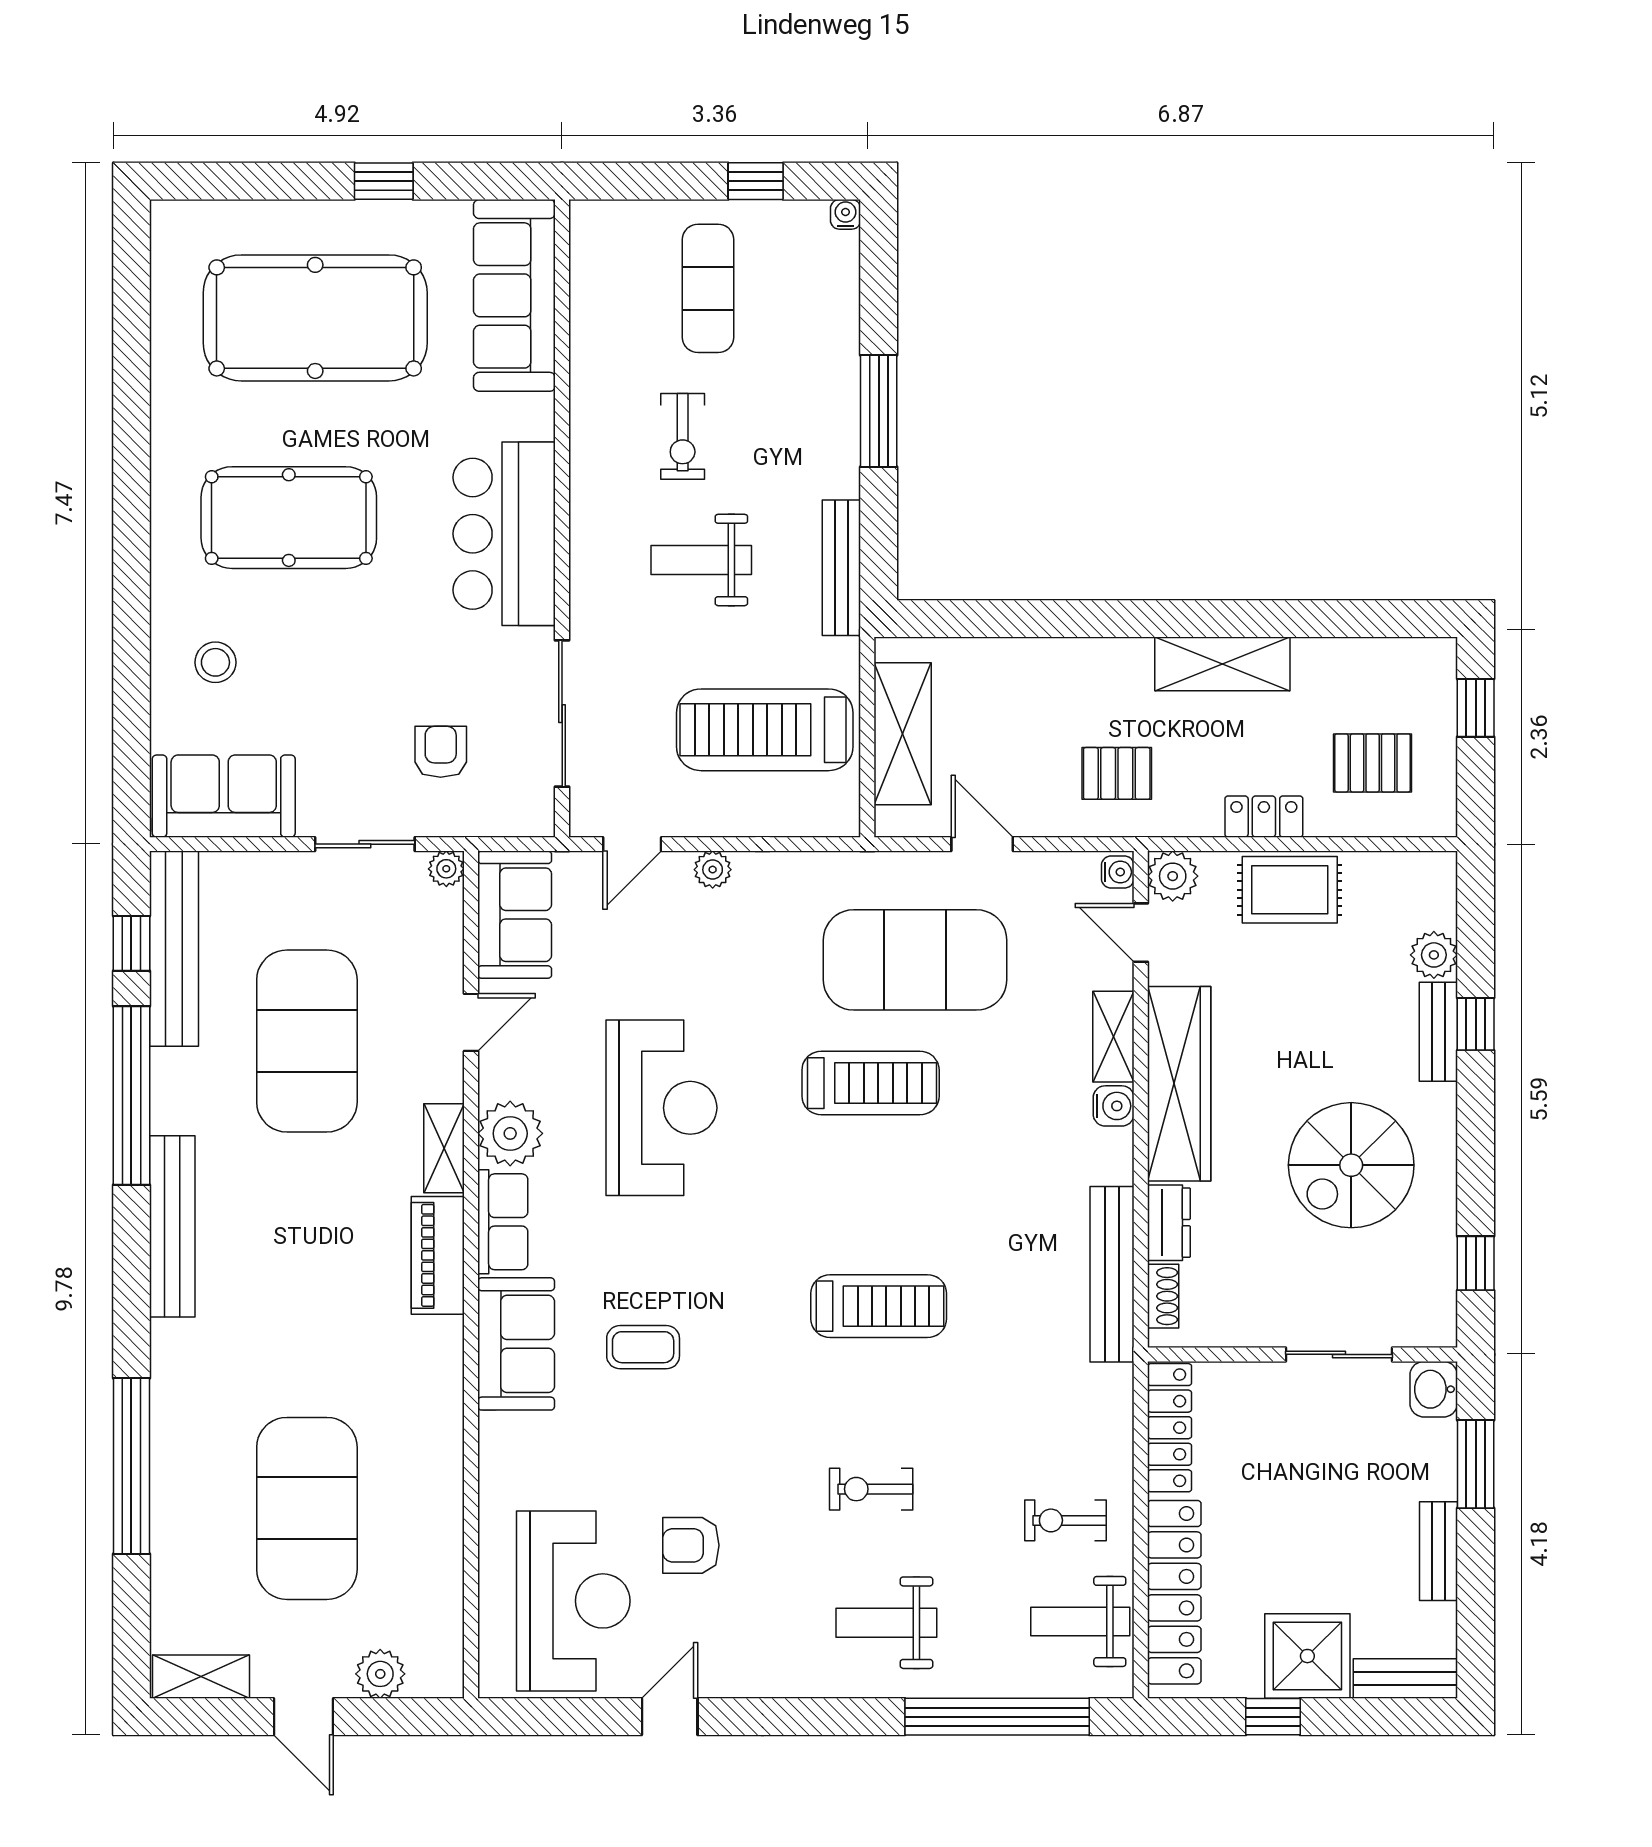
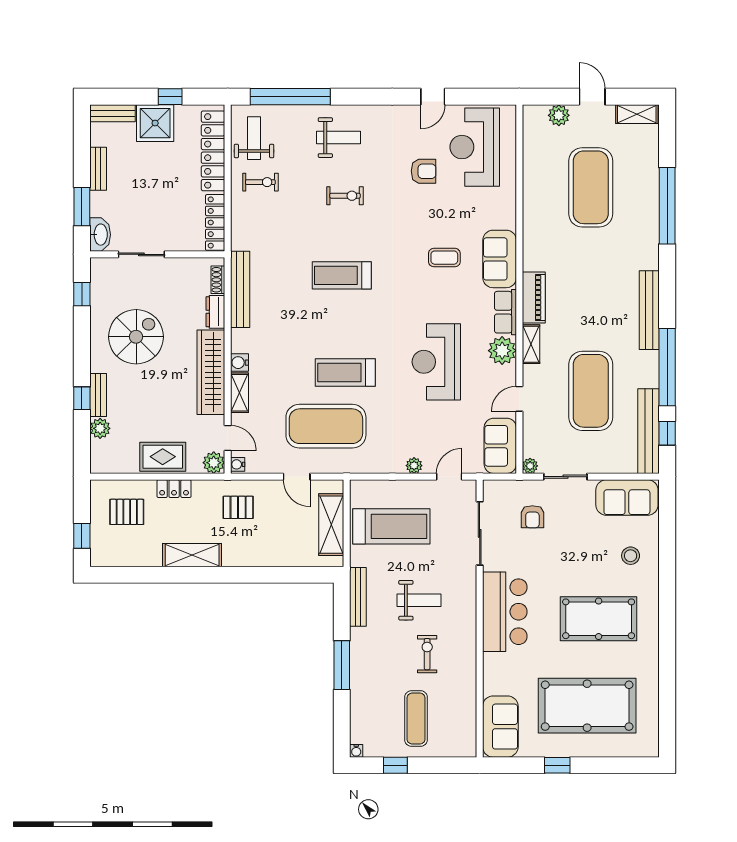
sofa: (514, 295) -> (500, 727), width x0.73
washbasin: (1434, 1389) -> (100, 235), width x1.38
weight bench: (1080, 1622) -> (254, 138), turned -90

